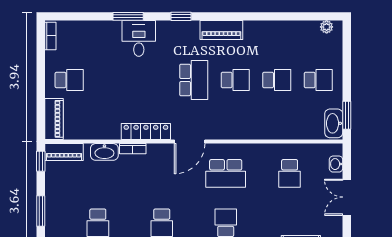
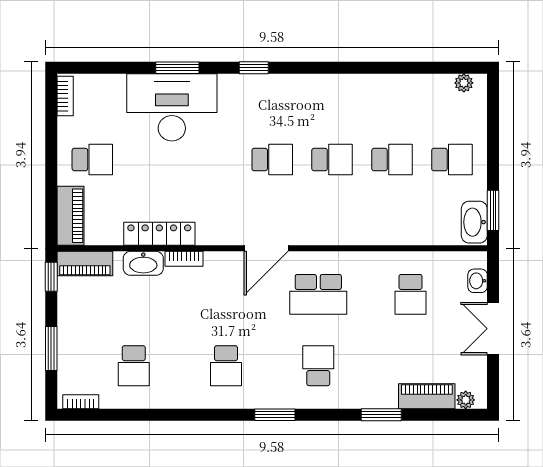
piano: (221, 30) -> (312, 87), removed
desk: (139, 38) -> (172, 107), width x1.87, depth x1.30
school desk: (194, 80) -> (272, 160), width x0.54
locker: (146, 131) -> (159, 234), moved

